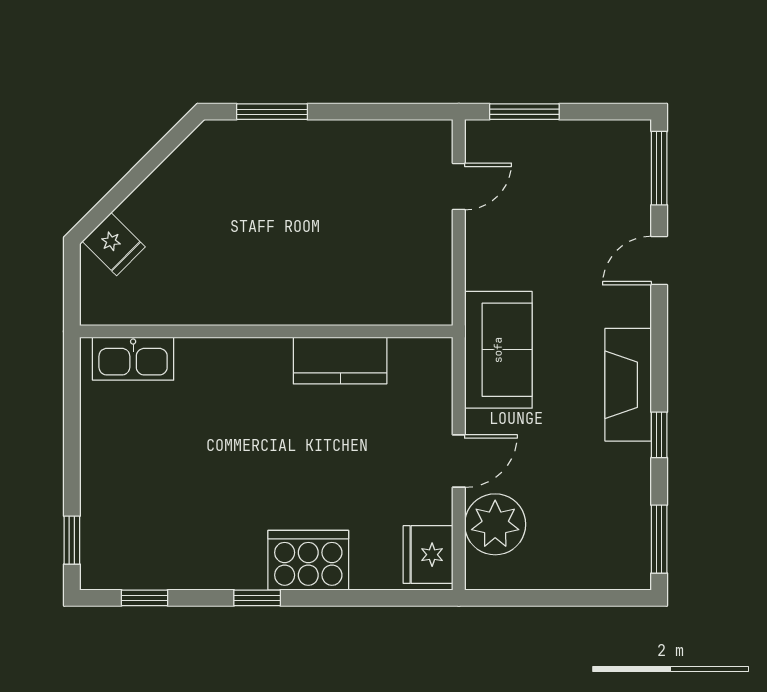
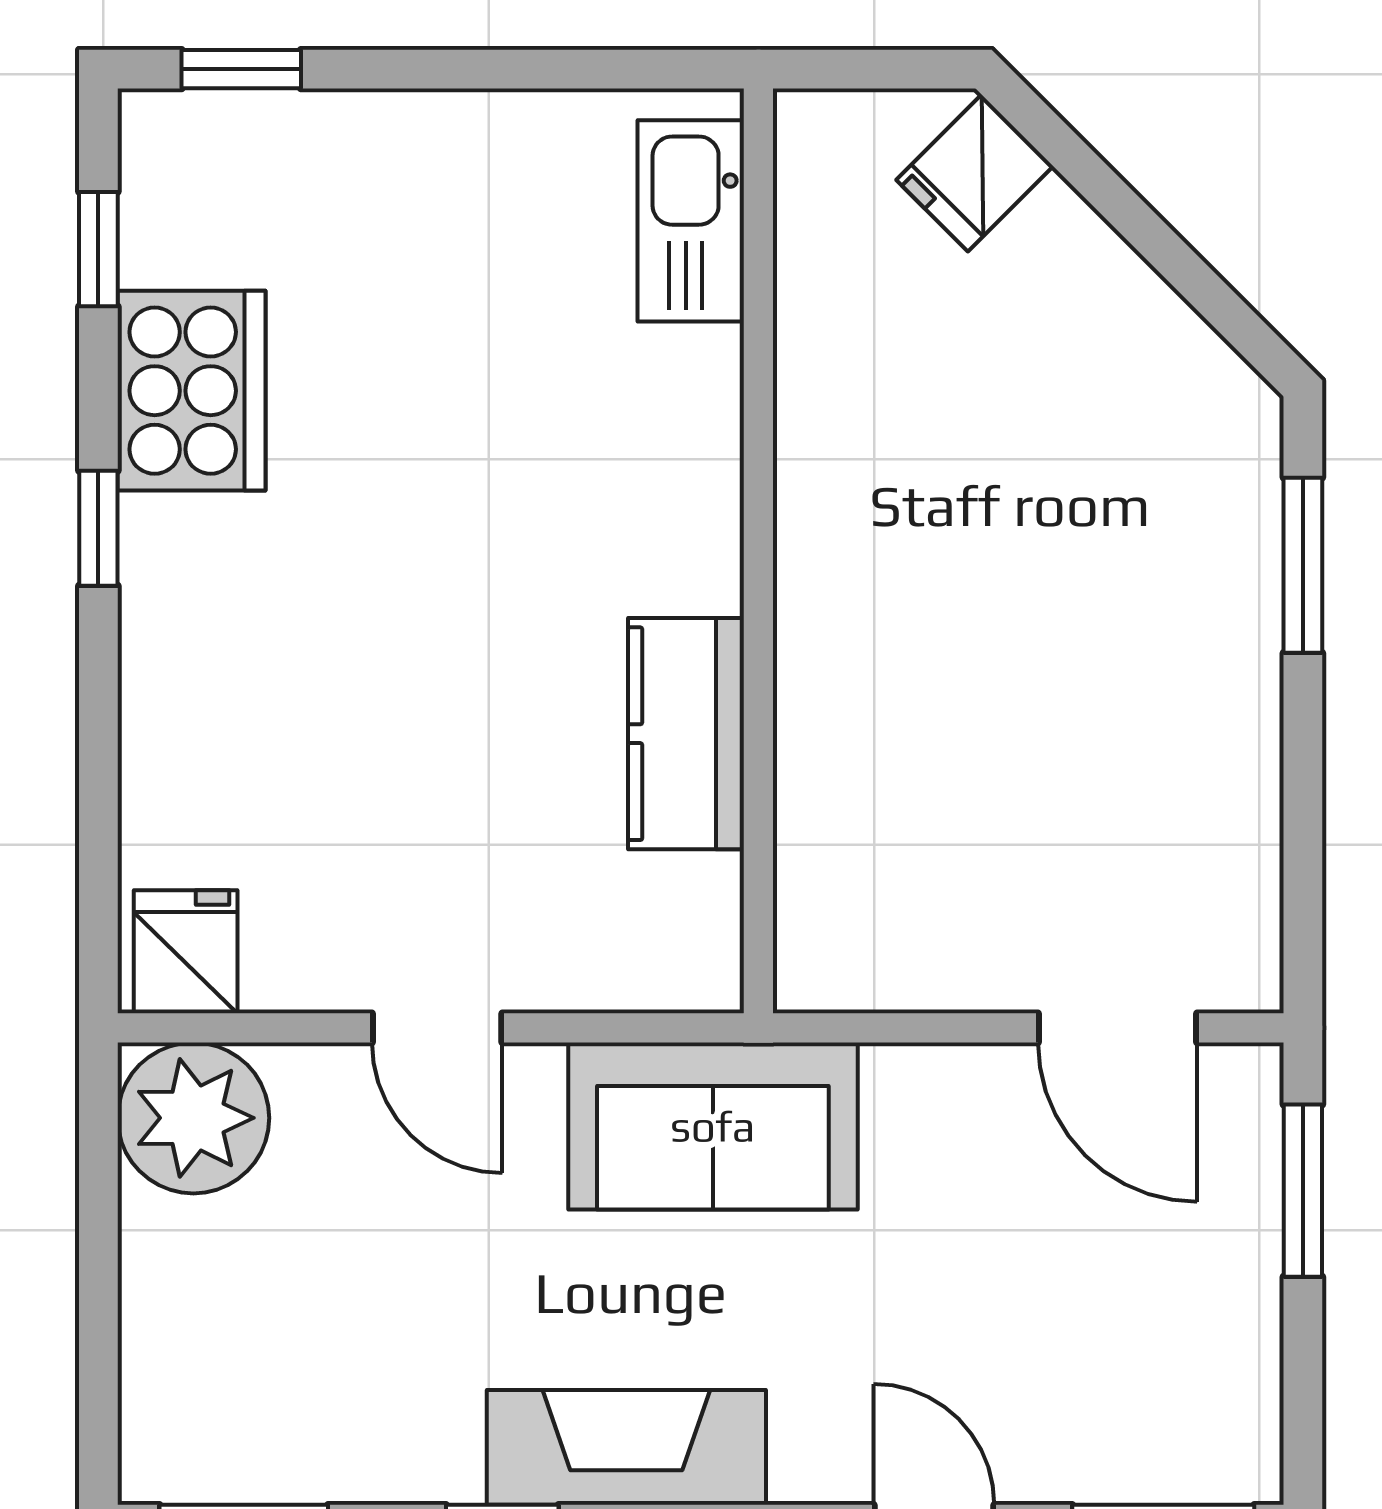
door: (459, 186) -> (1118, 1028), width x1.38
plant: (495, 524) -> (193, 1118), moved
fridge: (428, 555) -> (186, 952), width x0.72
cooker: (308, 560) -> (192, 391), moved

